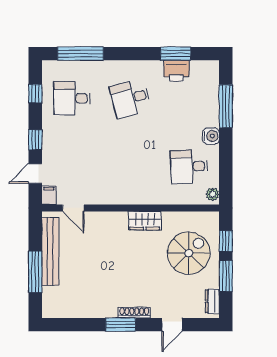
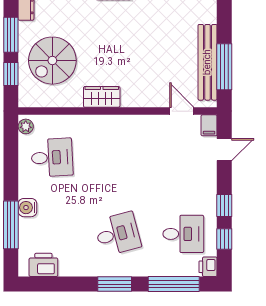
window: (176, 54) -> (115, 284), moved
printer: (50, 69) -> (208, 267), added
printer: (176, 71) -> (43, 265), moved
water cooler: (211, 136) -> (27, 208), moved
window: (35, 140) -> (224, 206), moved
window: (35, 272) -> (224, 67), moved

